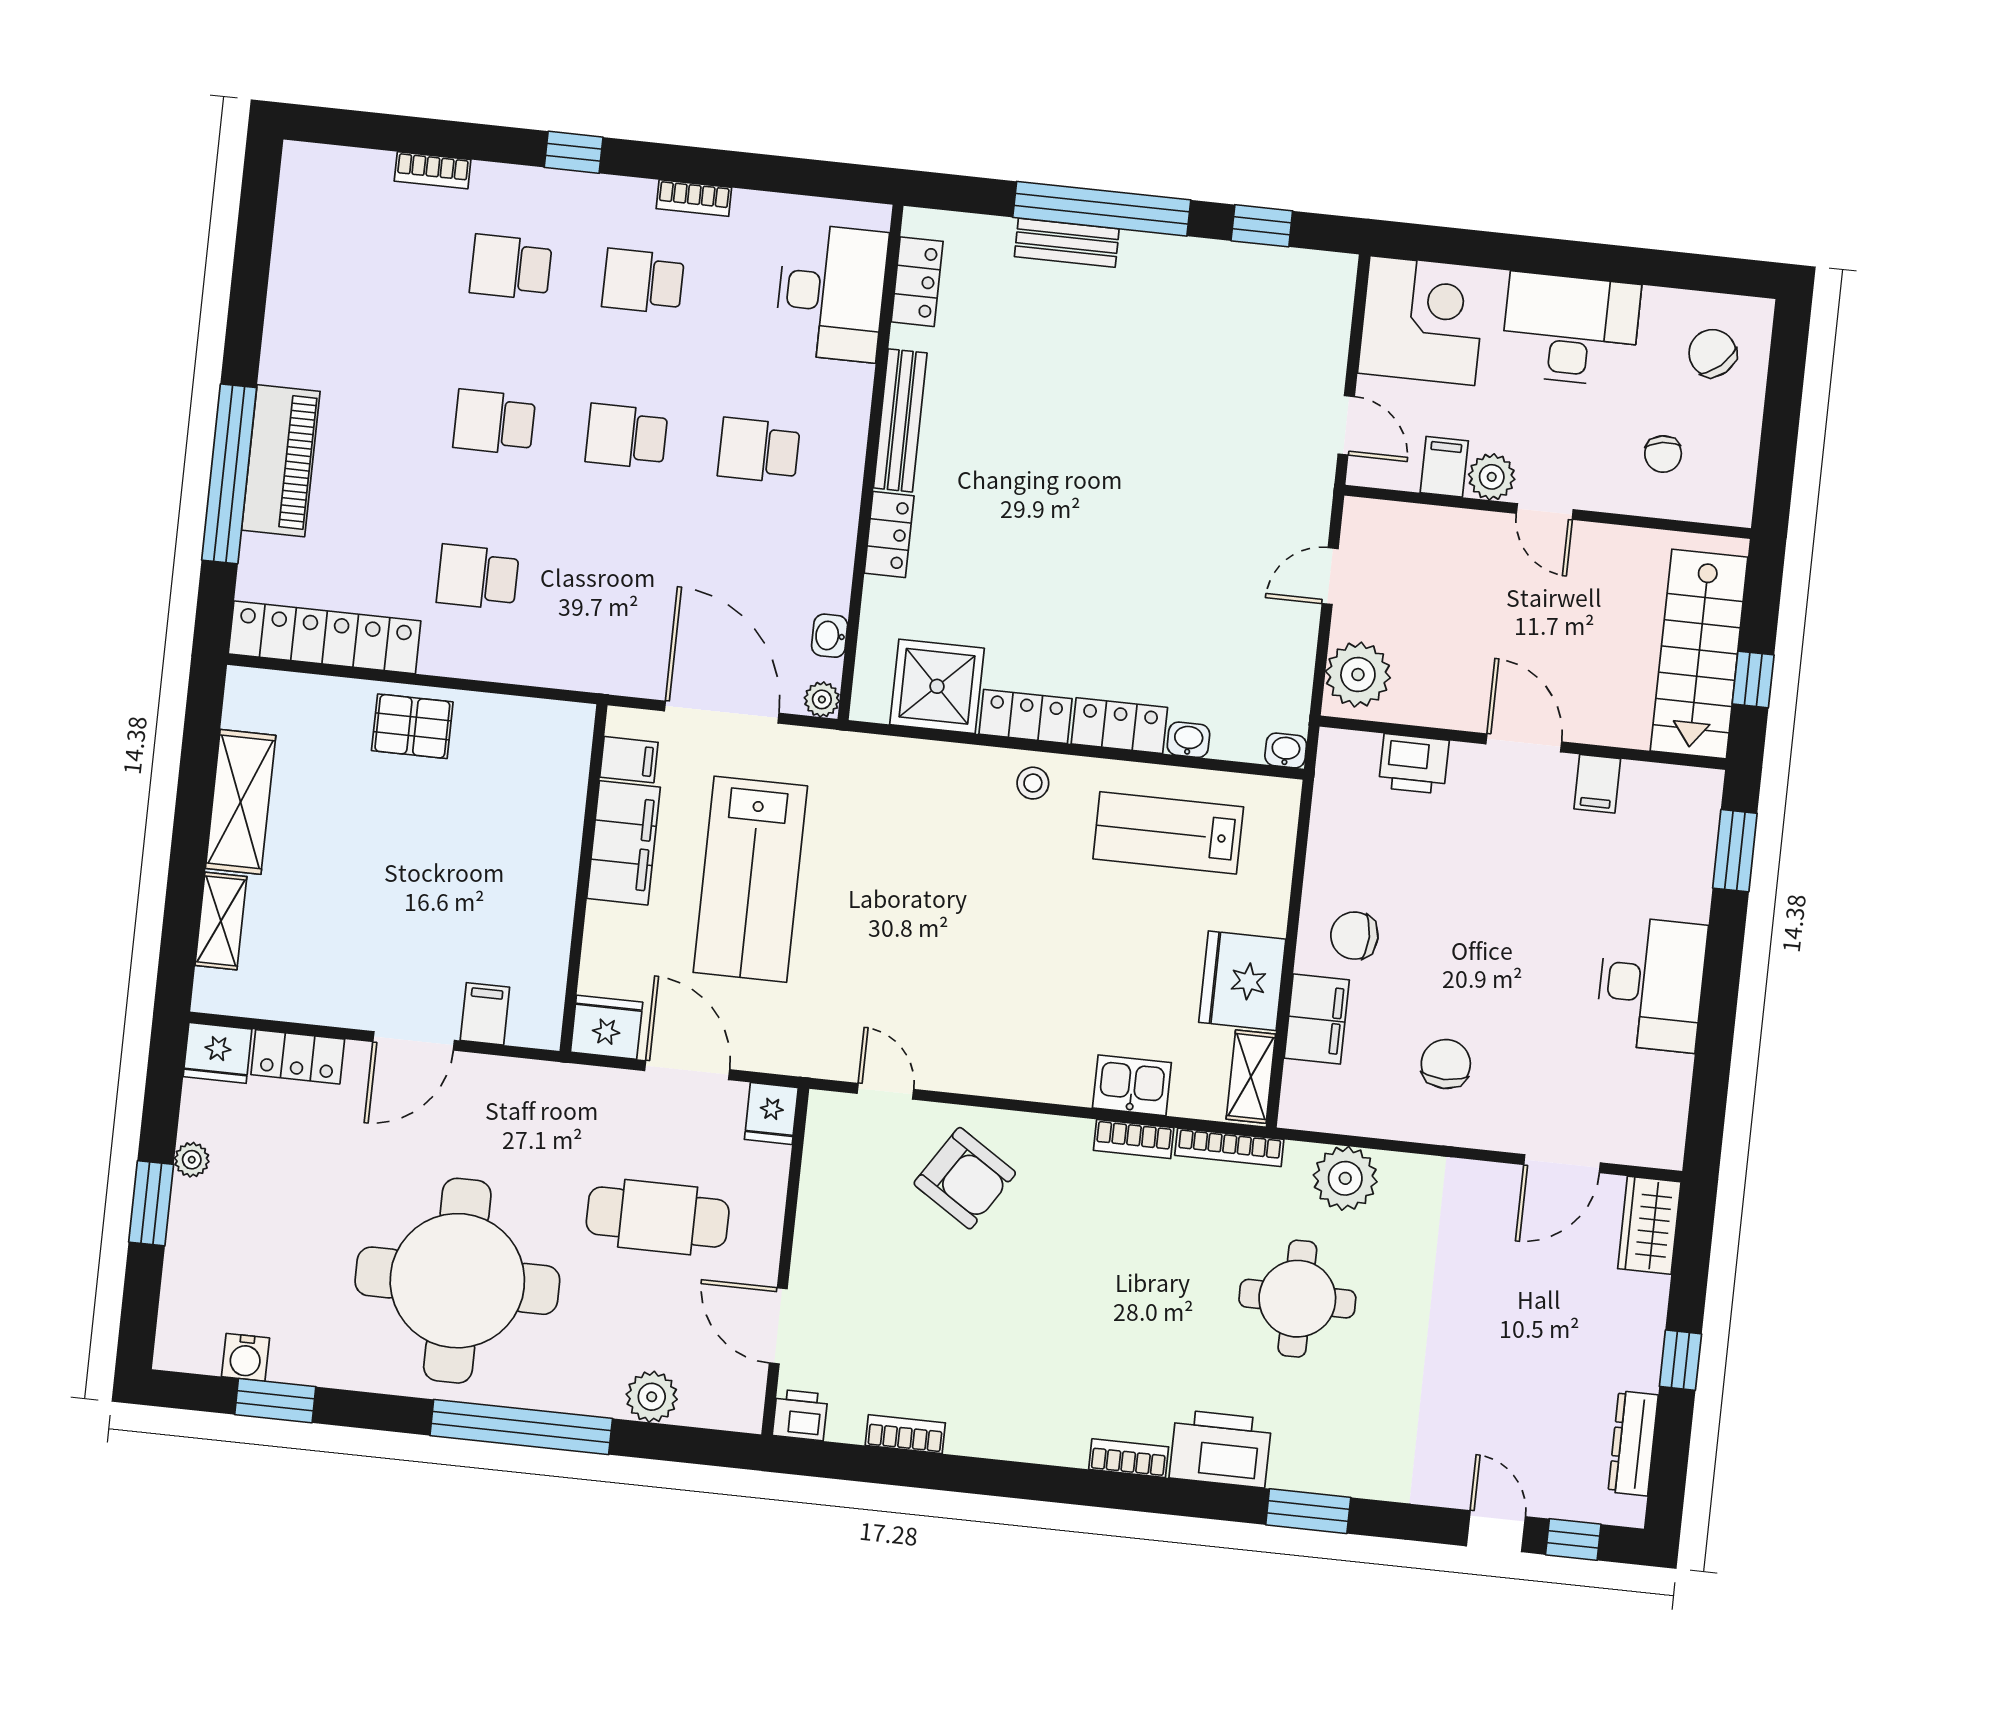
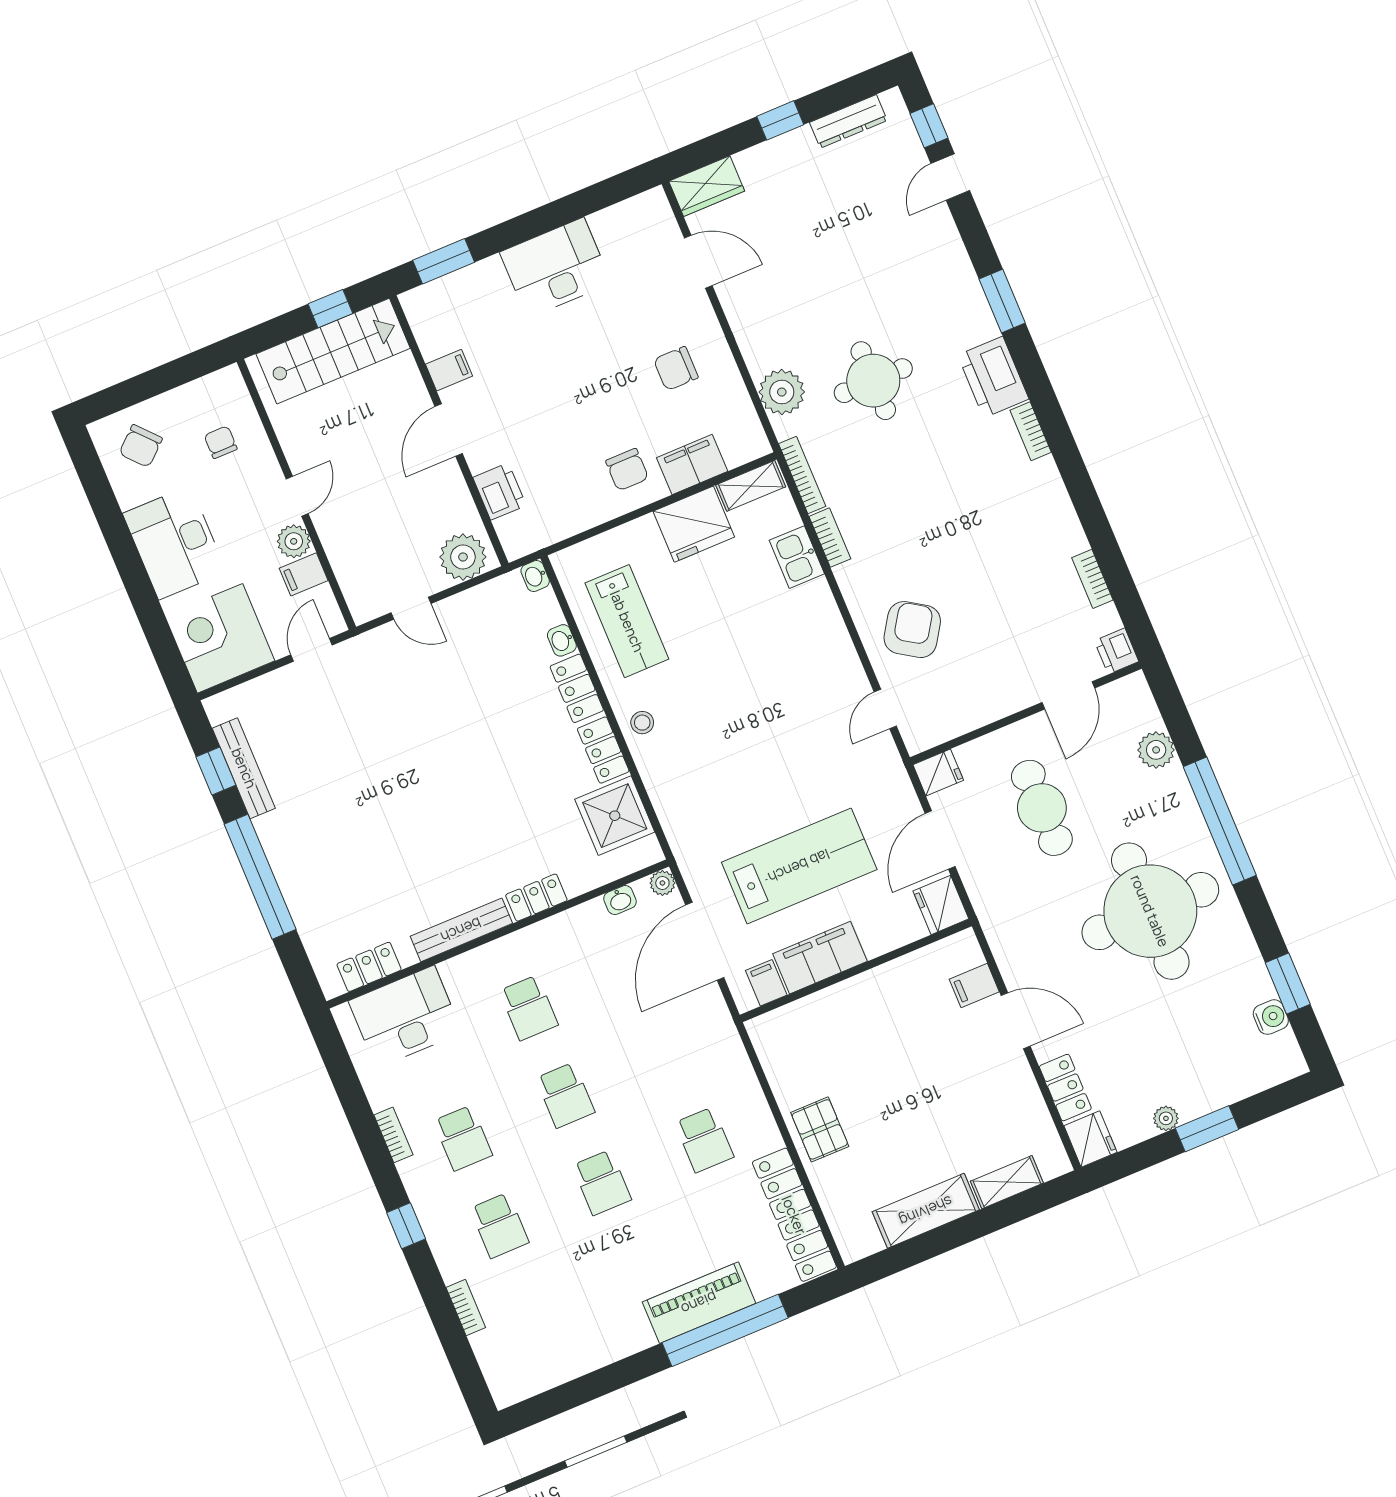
bench: (1067, 243) -> (244, 768), moved, width x1.36
chair: (1663, 454) -> (221, 442), turned -81

